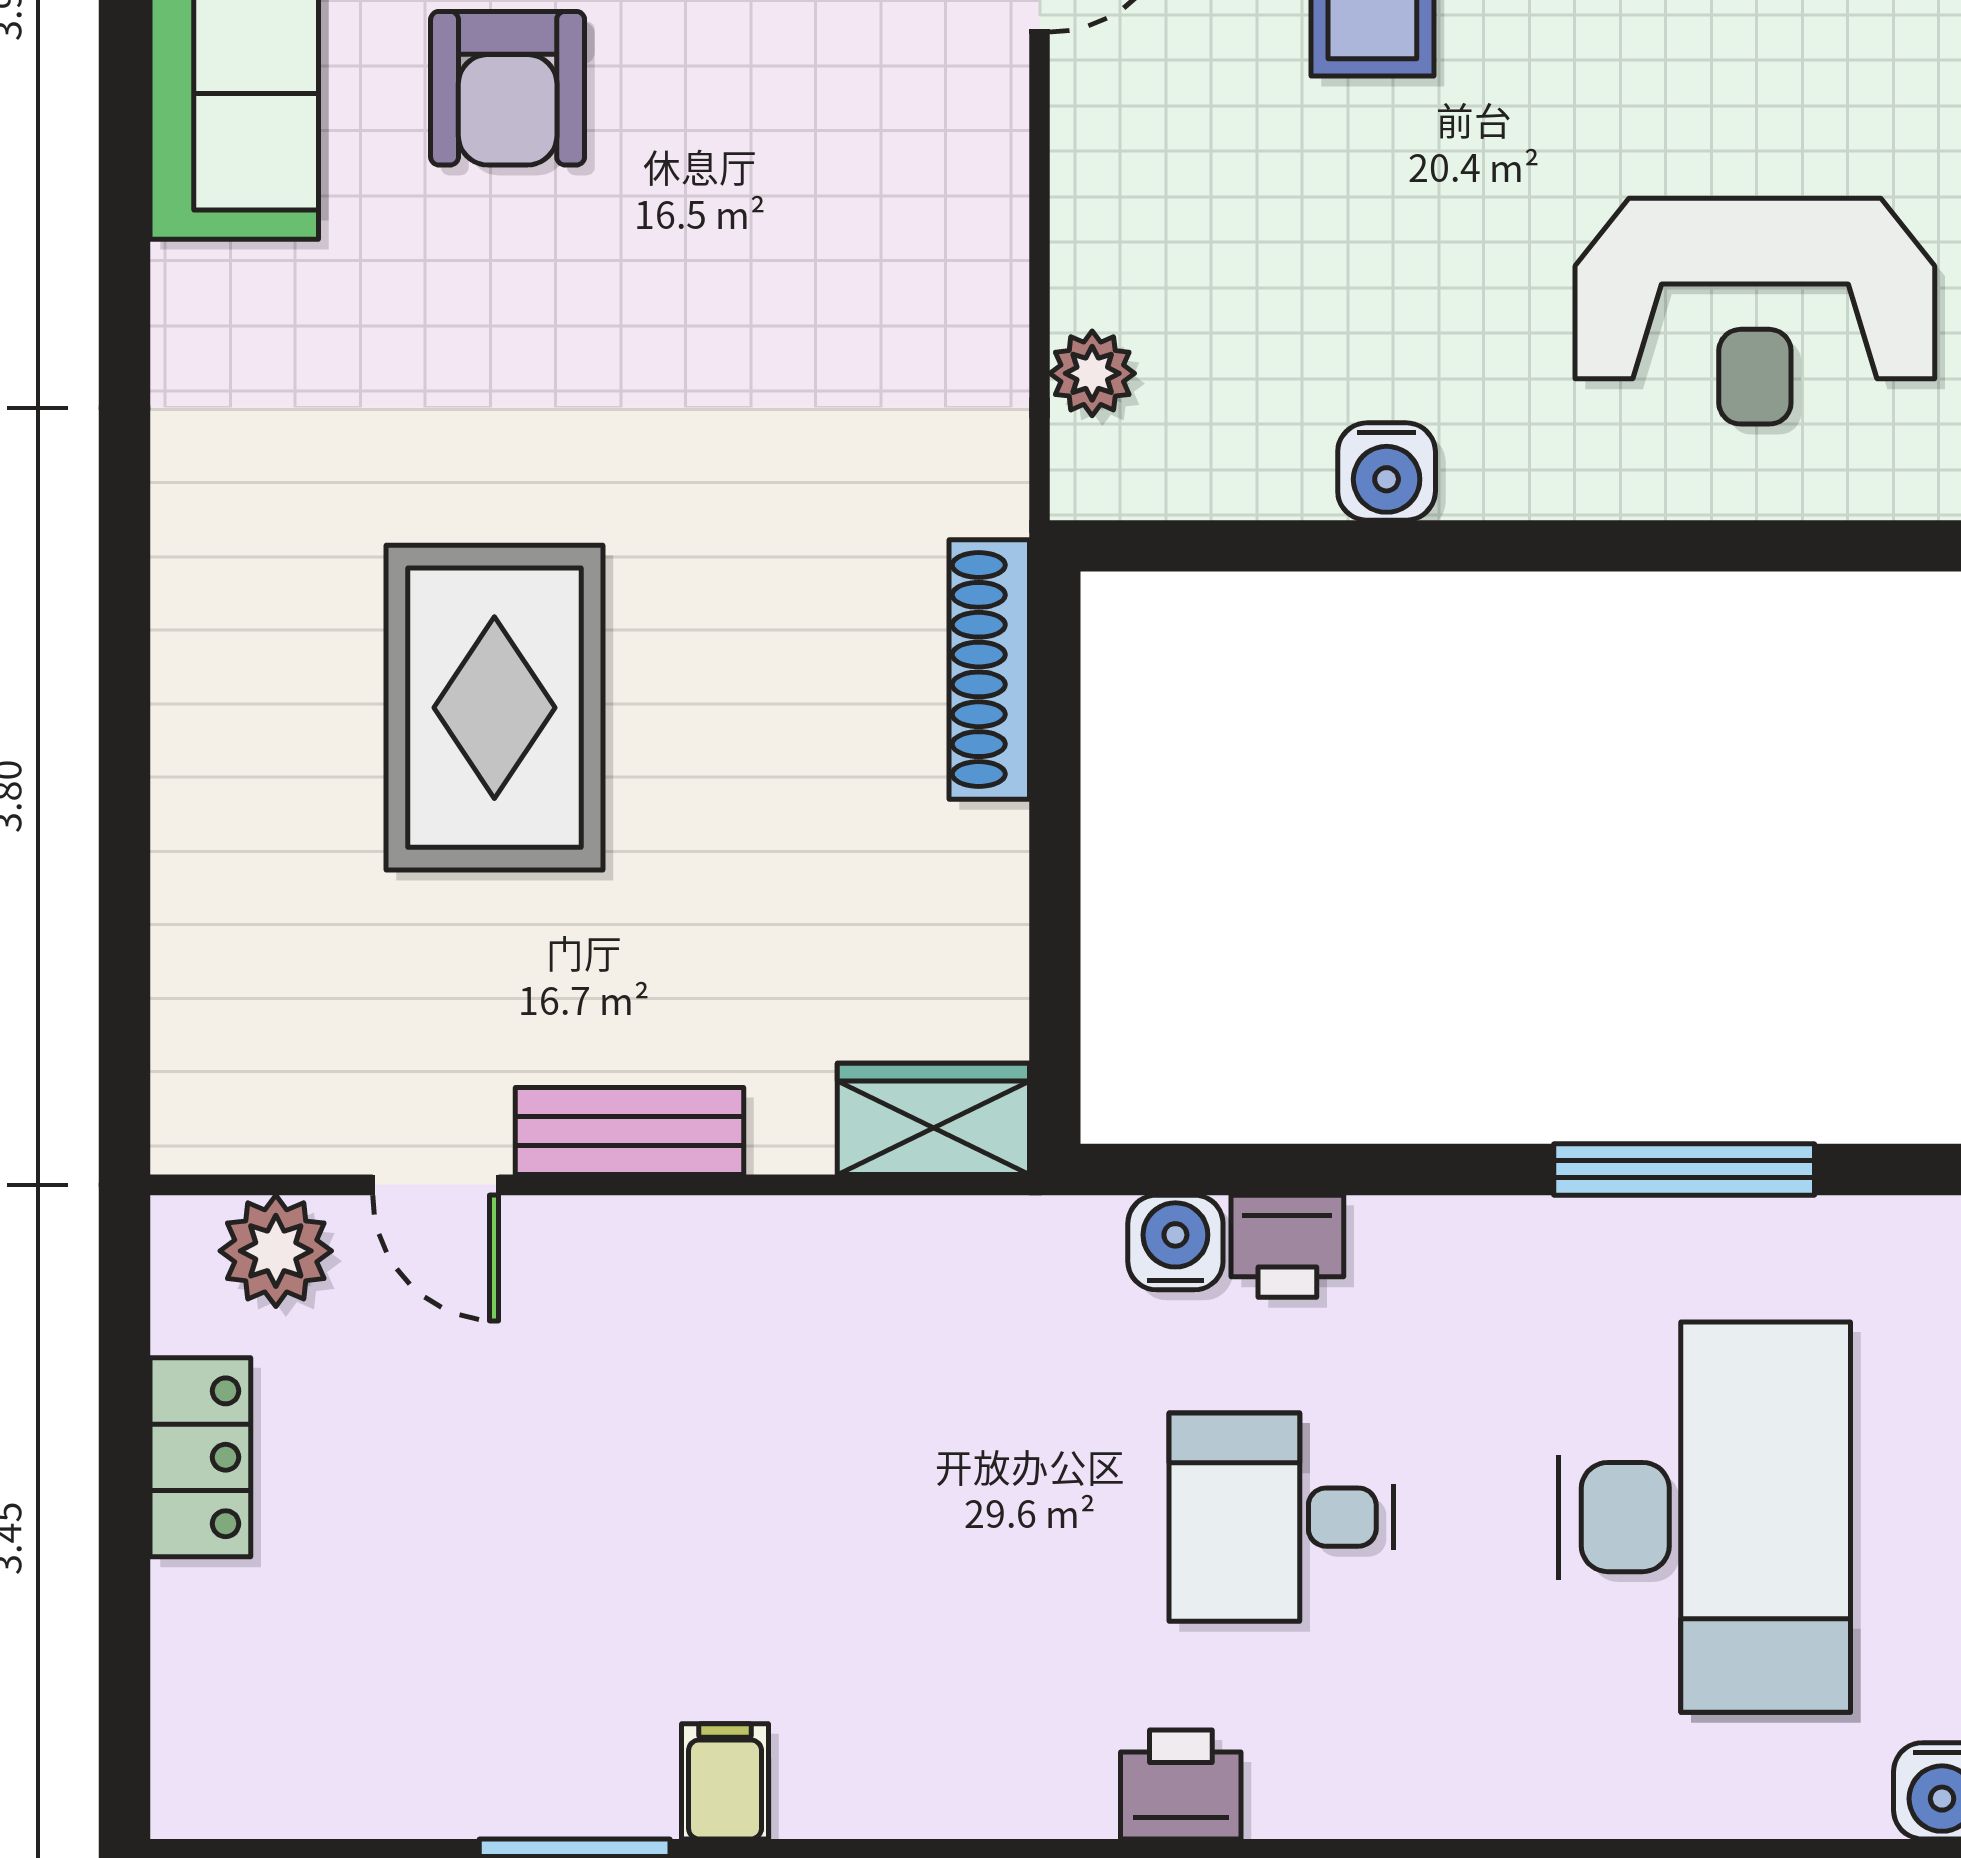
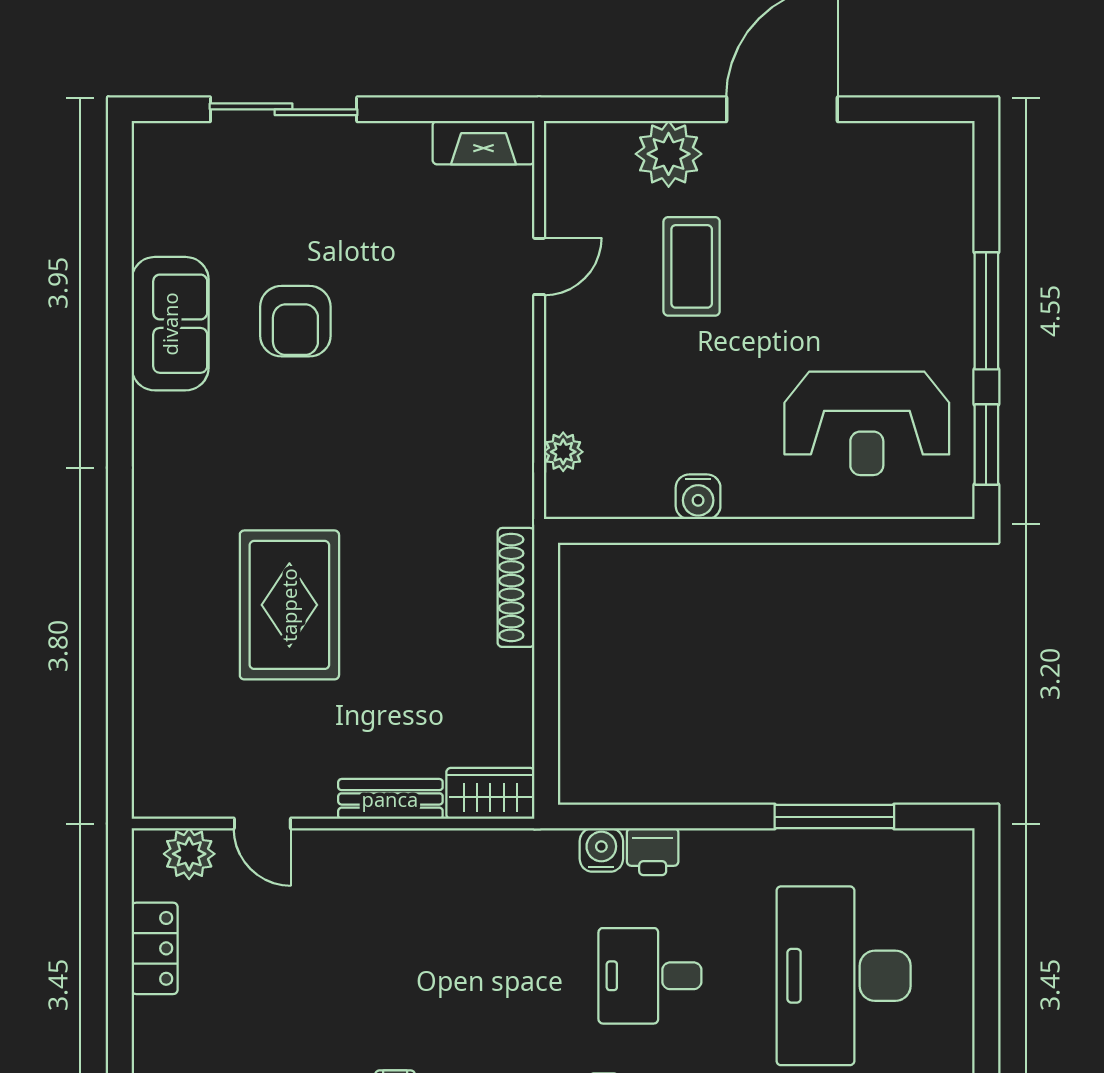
bench: (629, 1131) -> (390, 799), moved
desk: (1704, 1517) -> (844, 976), turned 180

